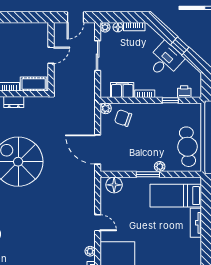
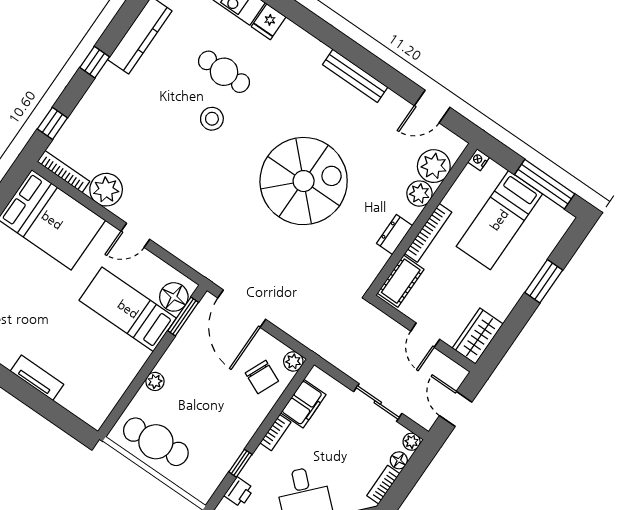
wardrobe: (34, 30) -> (478, 336), added
chair: (123, 118) -> (262, 377), turned 95
door: (98, 149) -> (242, 309), swing flipped
window: (148, 174) -> (183, 317), moved
bed: (176, 196) -> (128, 309), moved, turned -90
stool: (19, 225) -> (212, 119), added
plant: (90, 251) -> (106, 190), width x1.88, depth x1.88

